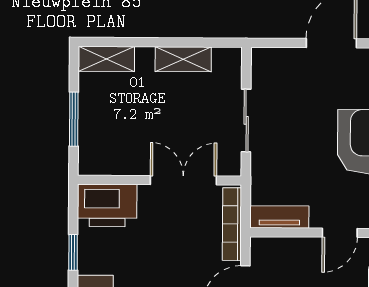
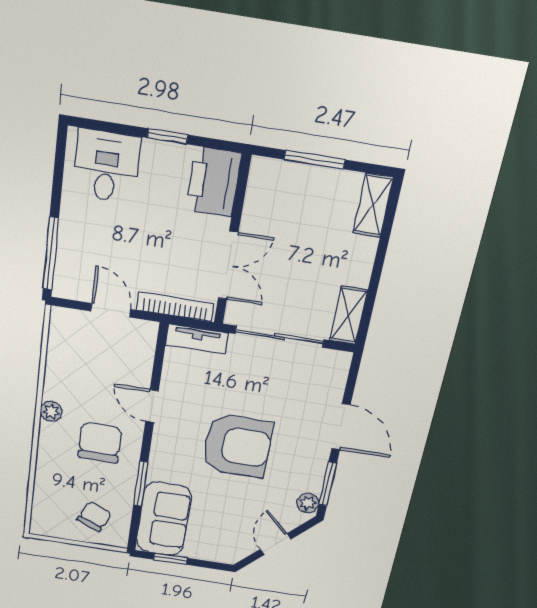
shelving: (183, 59) -> (349, 315), moved
sliding door: (246, 120) -> (279, 337), width x1.37
tv unit: (279, 217) -> (197, 339), moved, turned 90

